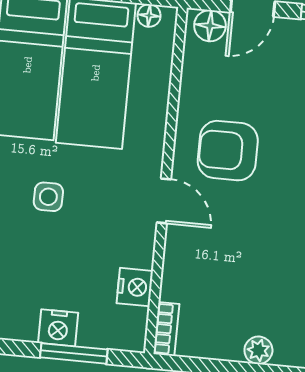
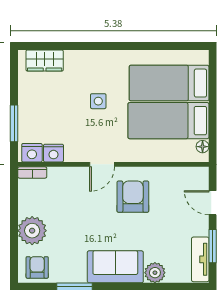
floor lamp: (210, 26) -> (200, 180), removed
nightstand: (58, 328) -> (32, 153), moved, turned -90
plant: (258, 350) -> (32, 231), width x1.88, depth x1.88

